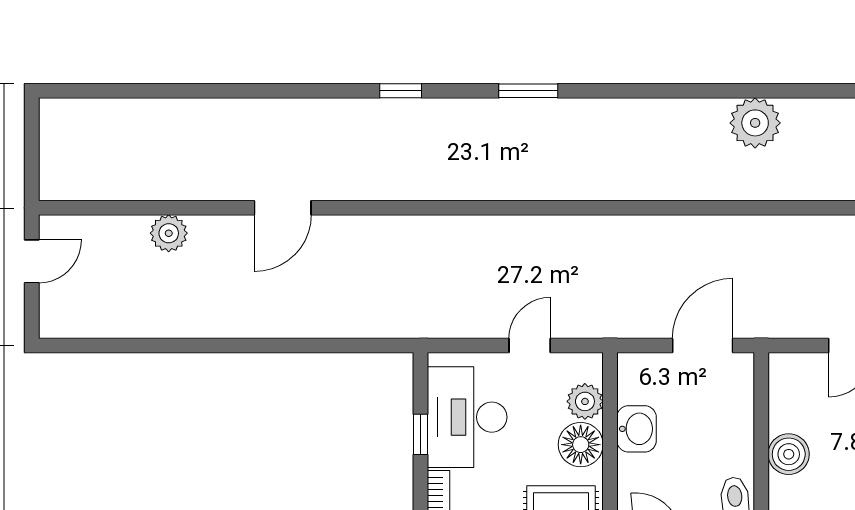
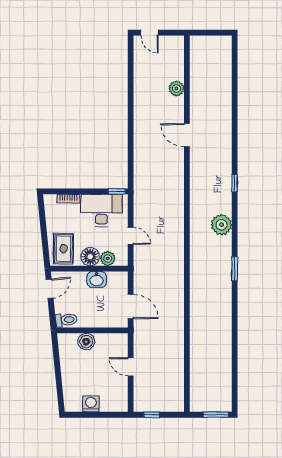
window: (528, 91) -> (235, 269), moved
plant: (755, 123) -> (221, 225), moved
door: (32, 261) -> (150, 33), moved
window: (421, 434) -> (117, 191), moved

